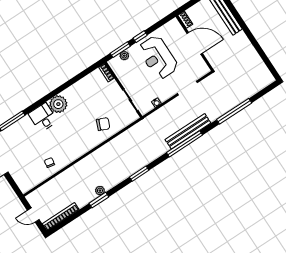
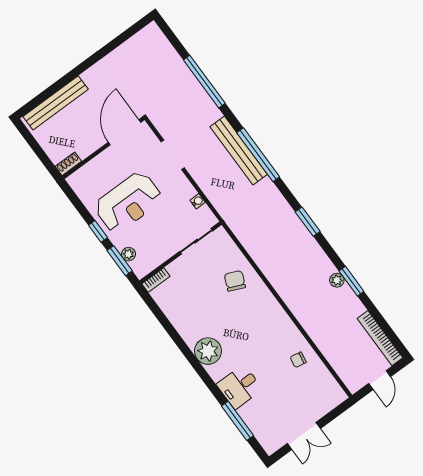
door: (195, 43) -> (125, 132), moved
desk: (43, 117) -> (240, 387), moved

